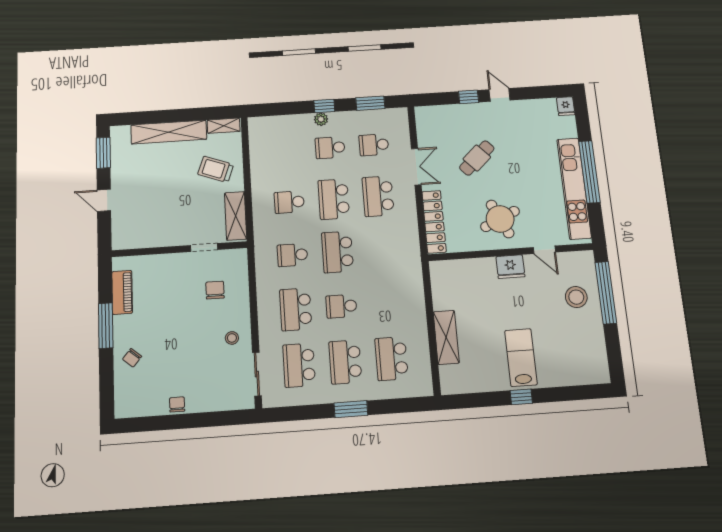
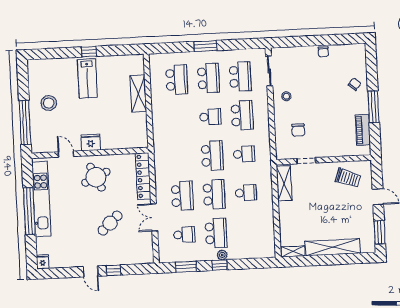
school desk: (330, 148) -> (216, 233), width x1.85
trolley: (216, 169) -> (348, 178), moved
stool: (576, 297) -> (49, 103), moved

